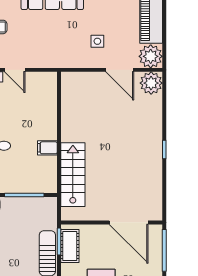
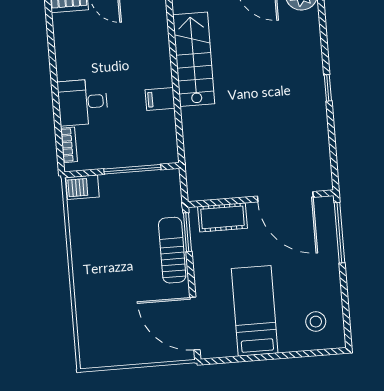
stairs: (73, 175) -> (194, 59), moved
cot: (70, 246) -> (223, 217), moved, turned 90

